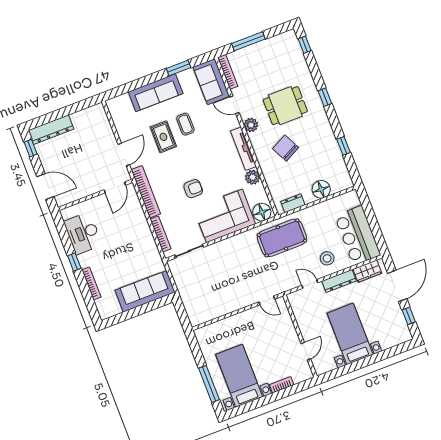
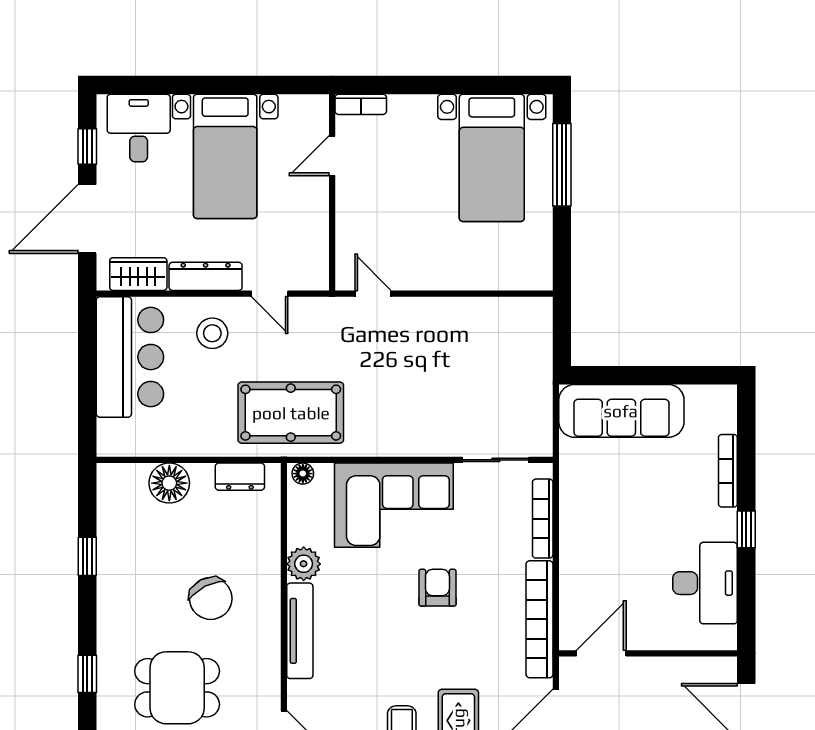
plant: (251, 125) -> (265, 675), removed
armchair: (193, 189) -> (437, 588), turned 90
floor lamp: (262, 212) -> (303, 474), width x0.53, depth x0.53
desk: (390, 332) -> (139, 128), added
bookcase: (282, 385) -> (361, 104), moved

